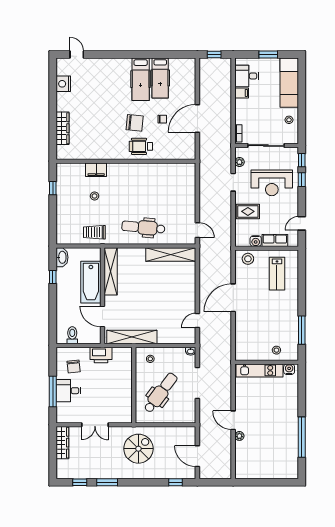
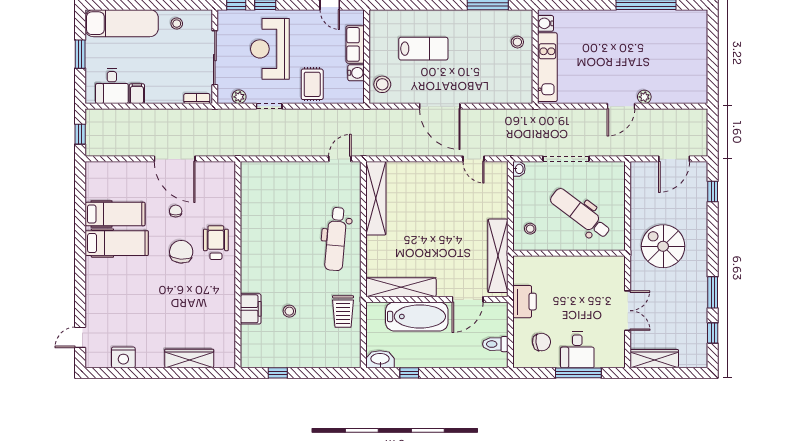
wheelchair: (141, 146) -> (216, 243), turned 180
reception desk: (272, 183) -> (270, 49), turned 180
lab bench: (277, 274) -> (423, 49), moved

